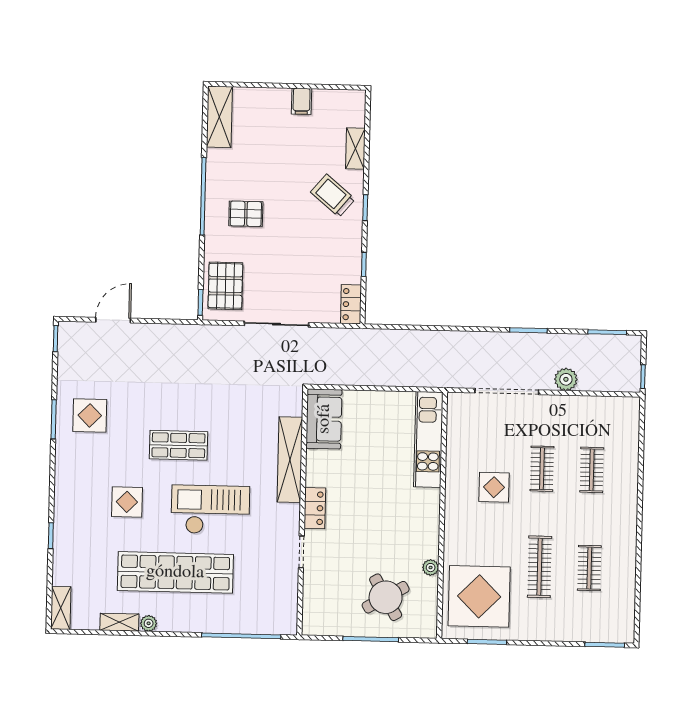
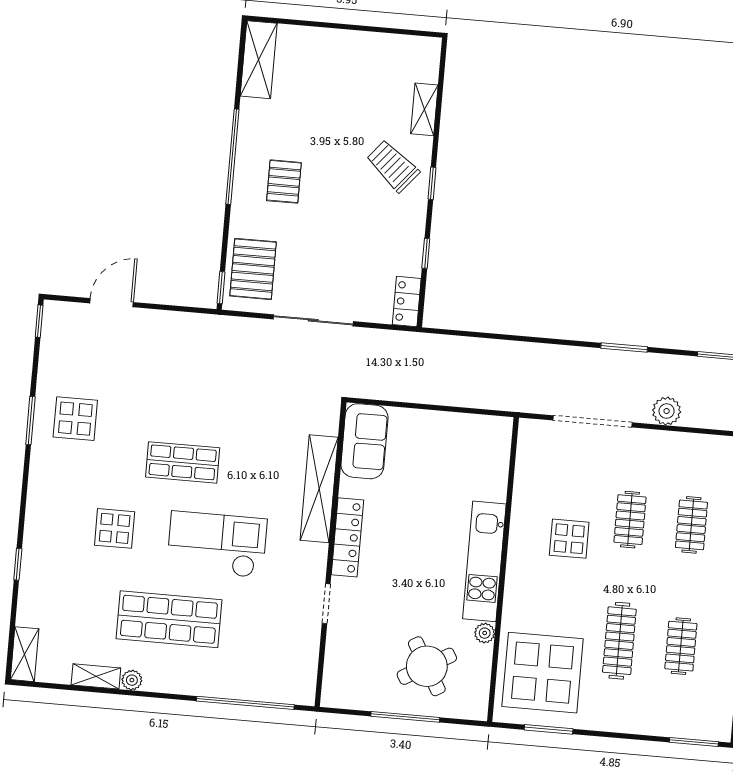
filing cabinet: (301, 101) -> (361, 47), removed
pallet: (246, 214) -> (284, 182), turned 90
kitchen unit: (428, 439) -> (484, 561), moved
locker: (315, 508) -> (347, 537), width x1.53
shop shelf: (175, 572) -> (169, 619), width x0.71

